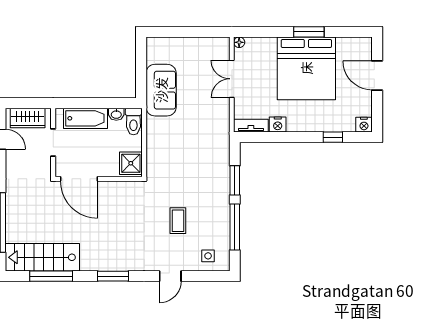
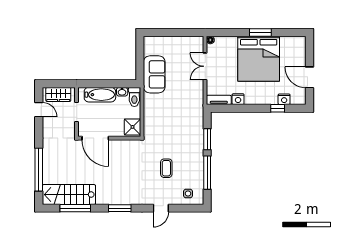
door: (377, 76) -> (309, 77), moved
nightstand: (364, 125) -> (284, 99), moved

